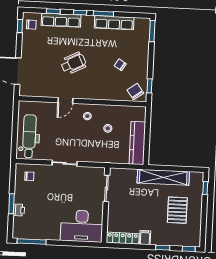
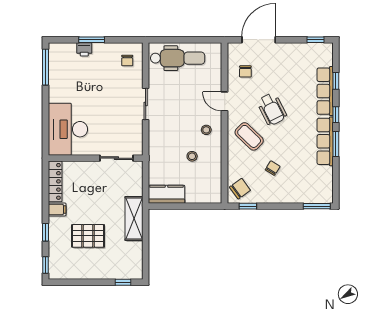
row of seats: (114, 23) -> (325, 141), moved
chair: (31, 25) -> (245, 71), moved
coffee table: (94, 82) -> (249, 136), added
kitchen counter: (137, 143) -> (166, 194), width x0.67
shelving: (163, 177) -> (134, 218), width x0.68
pallet: (177, 210) -> (88, 236), moved

